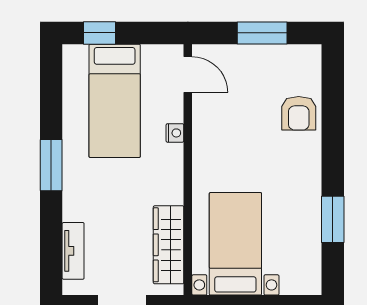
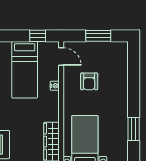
window: (99, 33) -> (38, 36), moved
armchair: (299, 113) -> (89, 81), moved

